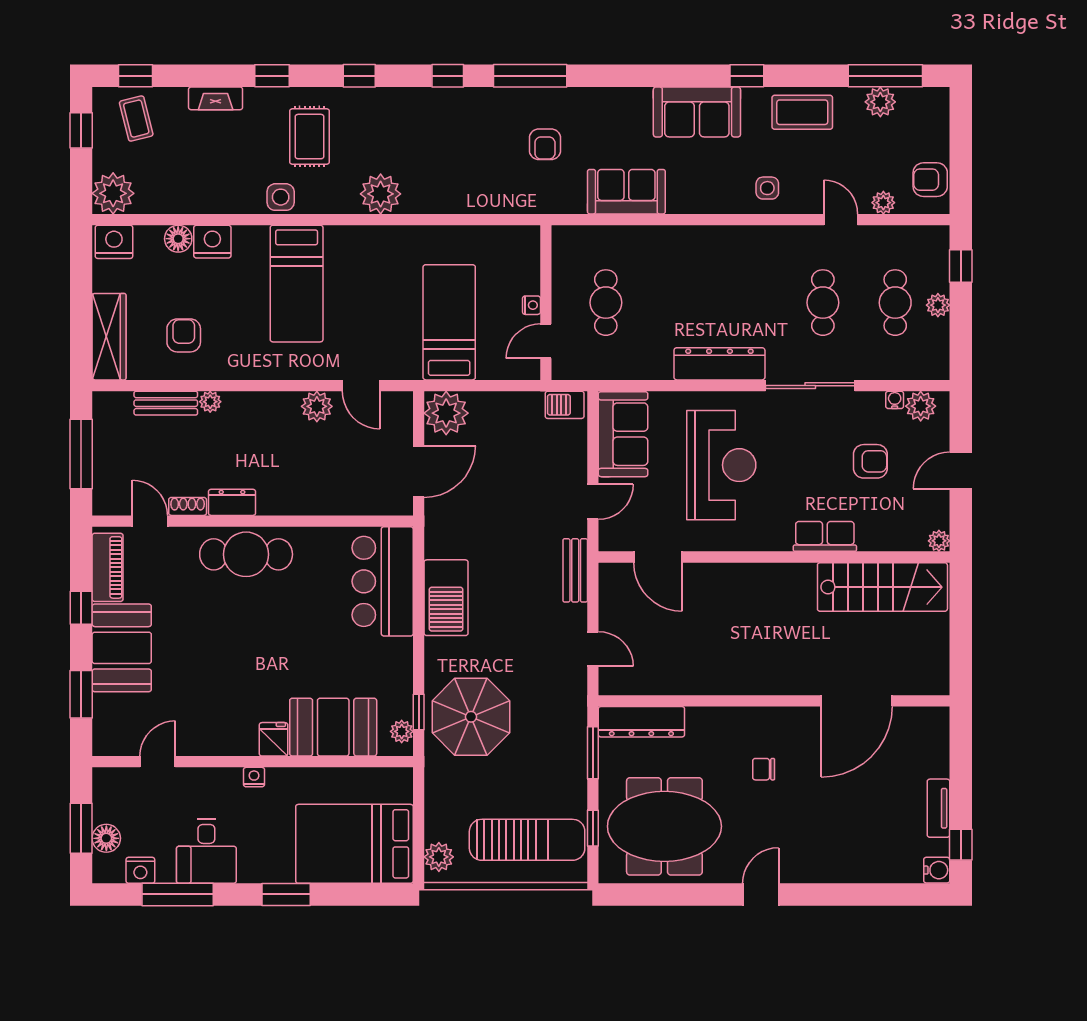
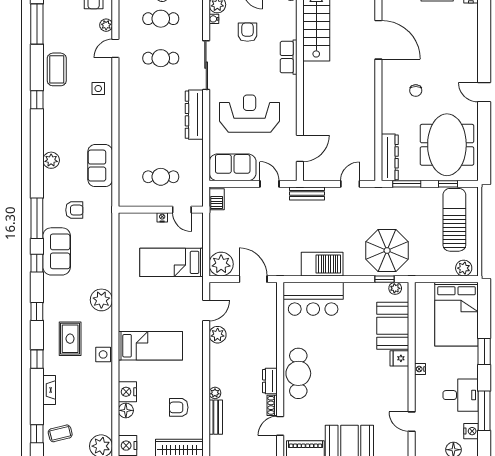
plant: (880, 102) -> (51, 160), moved
sofa: (697, 112) -> (57, 251), moved
rug: (310, 137) -> (70, 339), turned 90

